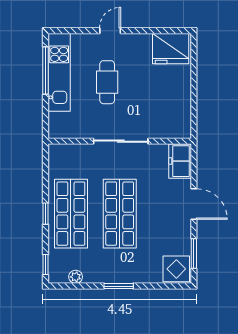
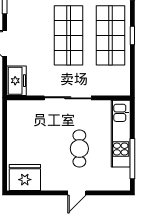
kitchen unit: (59, 72) -> (121, 134), moved

